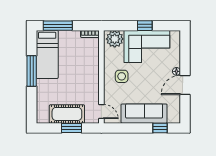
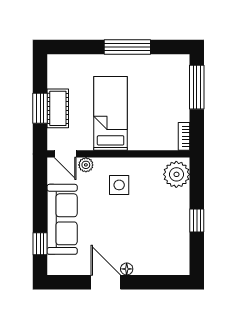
corner sofa: (147, 46) -> (165, 224), removed
bed: (47, 54) -> (111, 113), moved, turned 90
plant: (108, 98) -> (86, 165), added
door: (101, 112) -> (65, 154), hinge flipped
cot: (67, 114) -> (58, 108), width x0.73, depth x0.75

